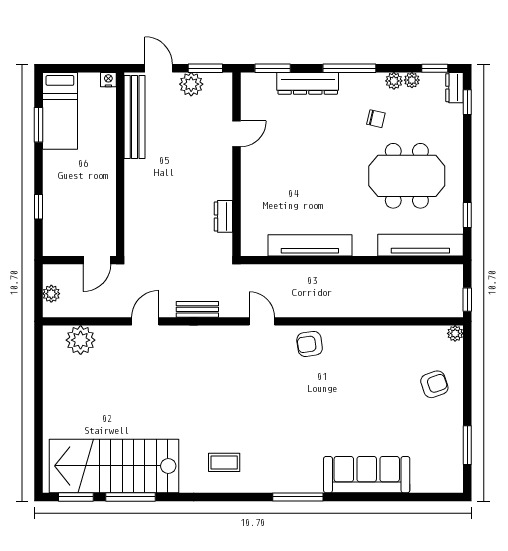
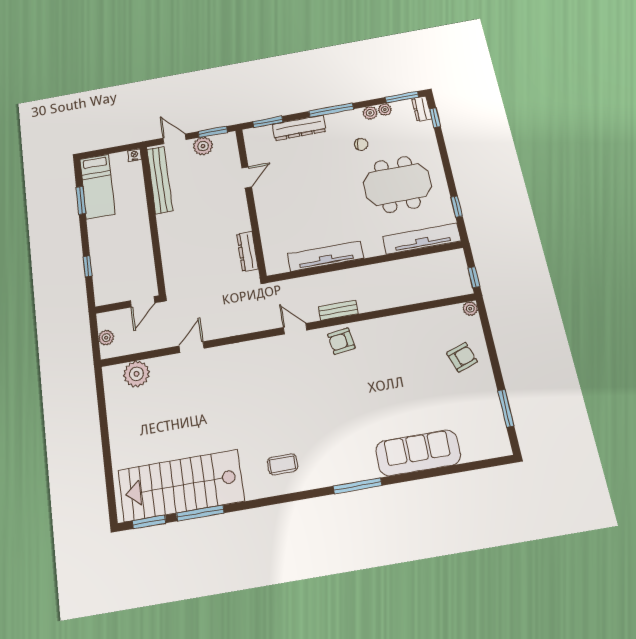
window: (435, 68) -> (402, 97), width x1.50
dresser: (223, 216) -> (247, 251), width x1.44
bench: (197, 309) -> (338, 310), moved

